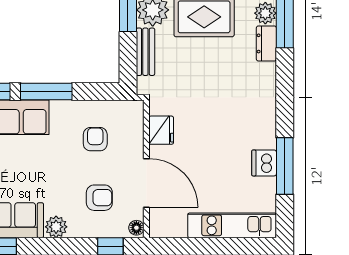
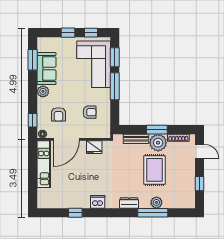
dresser: (266, 43) -> (129, 203), moved
dishwasher: (264, 163) -> (98, 202), moved
window: (285, 166) -> (75, 213), width x0.46
kitchen unit: (232, 225) -> (44, 164), moved

